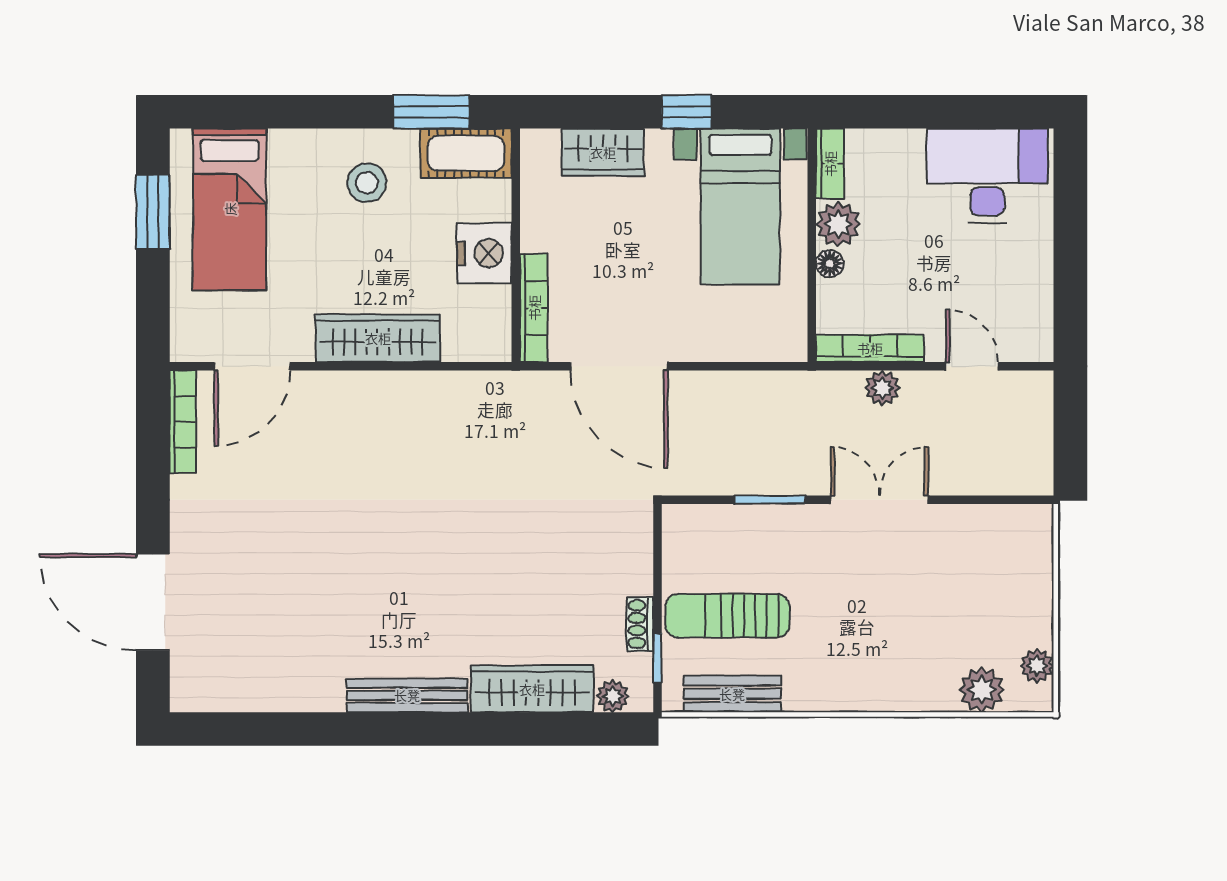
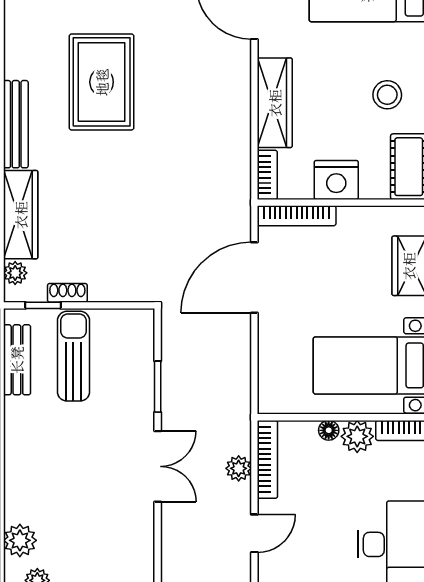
bookcase: (477, 348) -> (267, 175), added
rug: (349, 577) -> (102, 82), added

